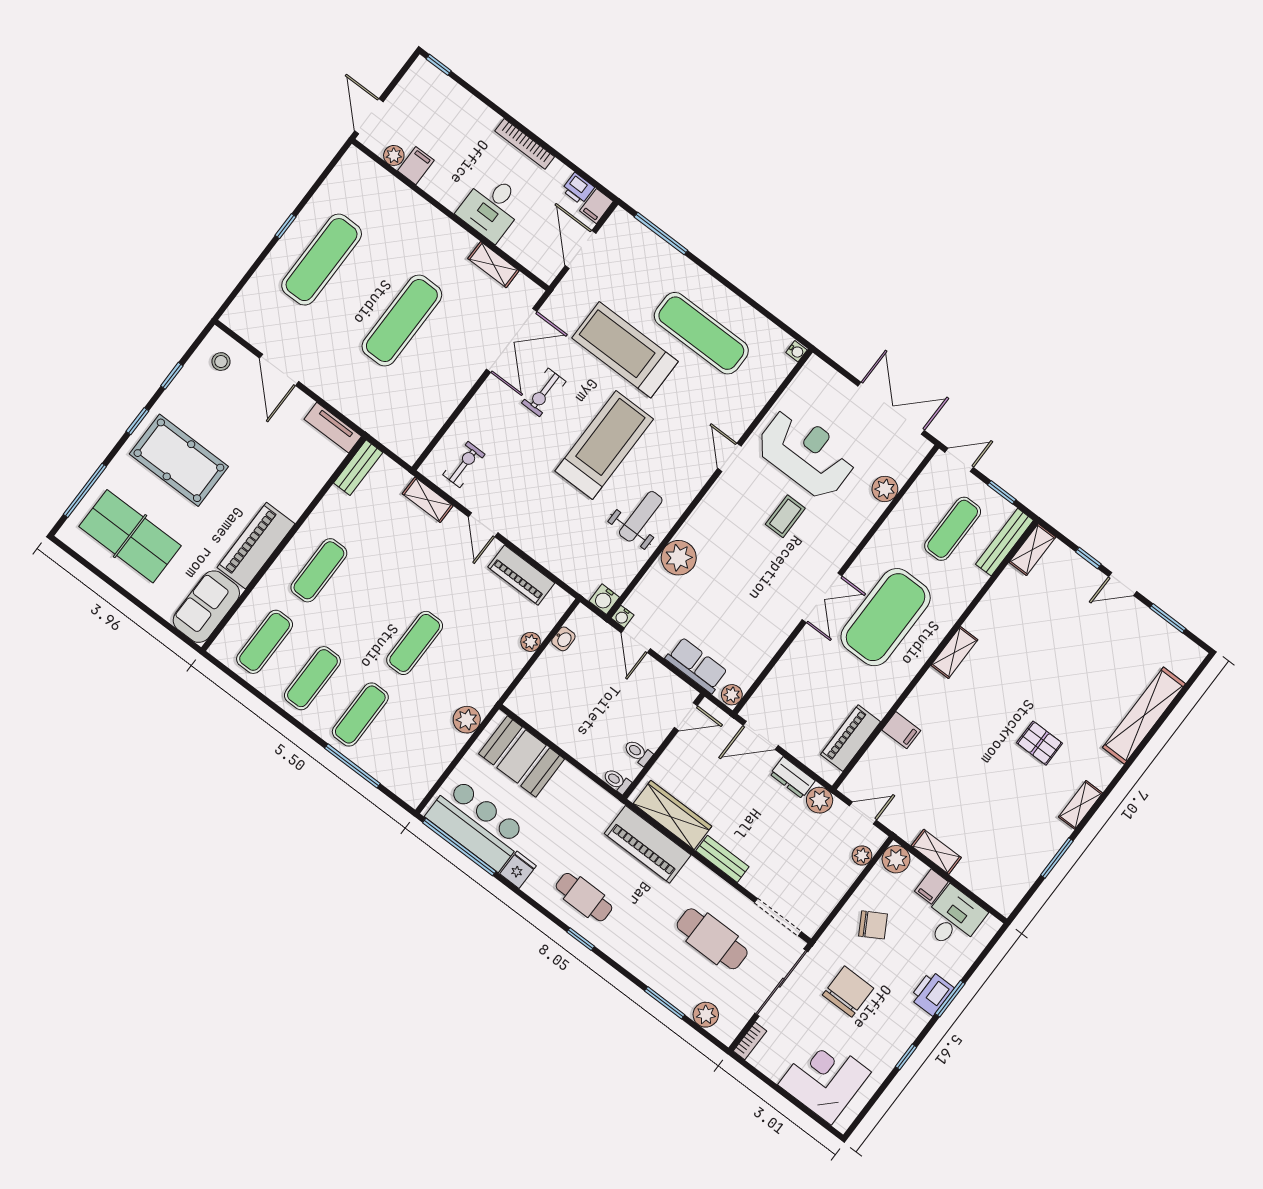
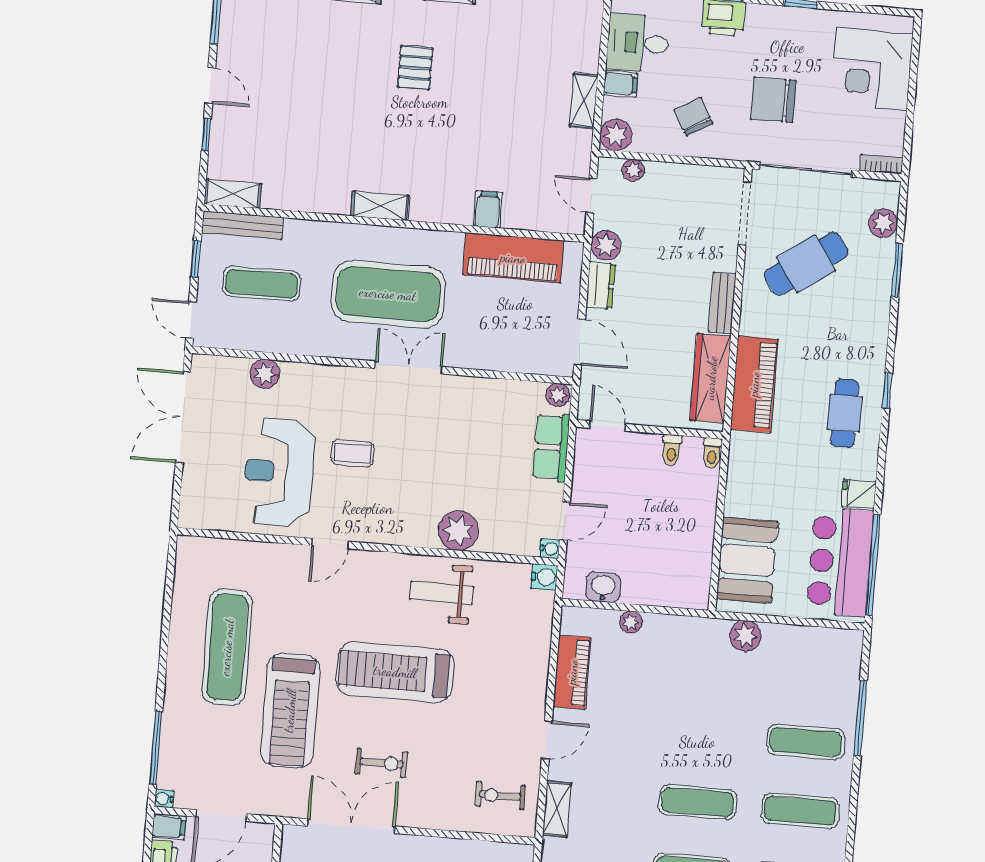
water cooler: (796, 351) -> (164, 798), moved, turned -90
washbasin: (563, 639) -> (603, 587), width x1.38, depth x1.45
exercise mat: (415, 643) -> (698, 802), moved
piano: (851, 738) -> (513, 258), width x1.37, depth x1.33
cafe table: (712, 939) -> (806, 264), turned 55

